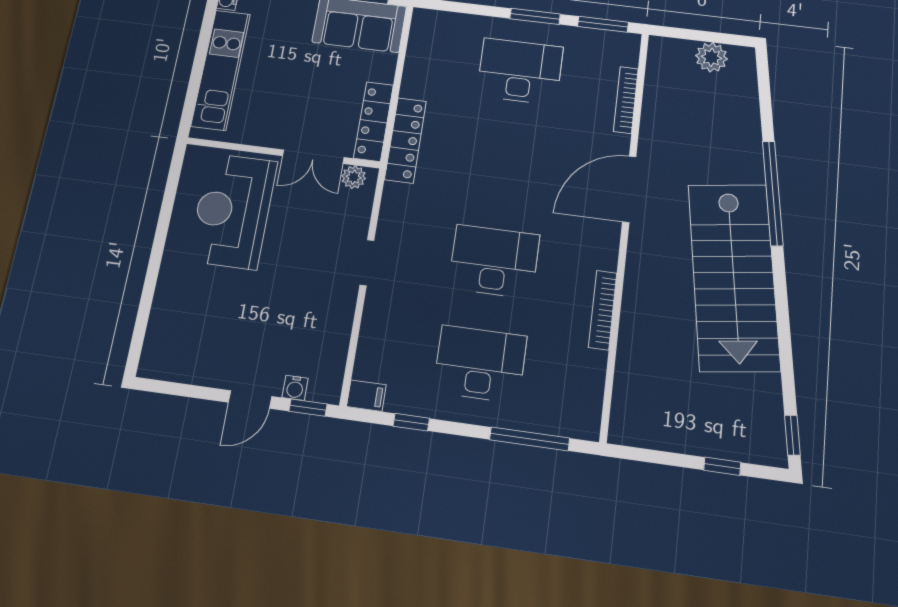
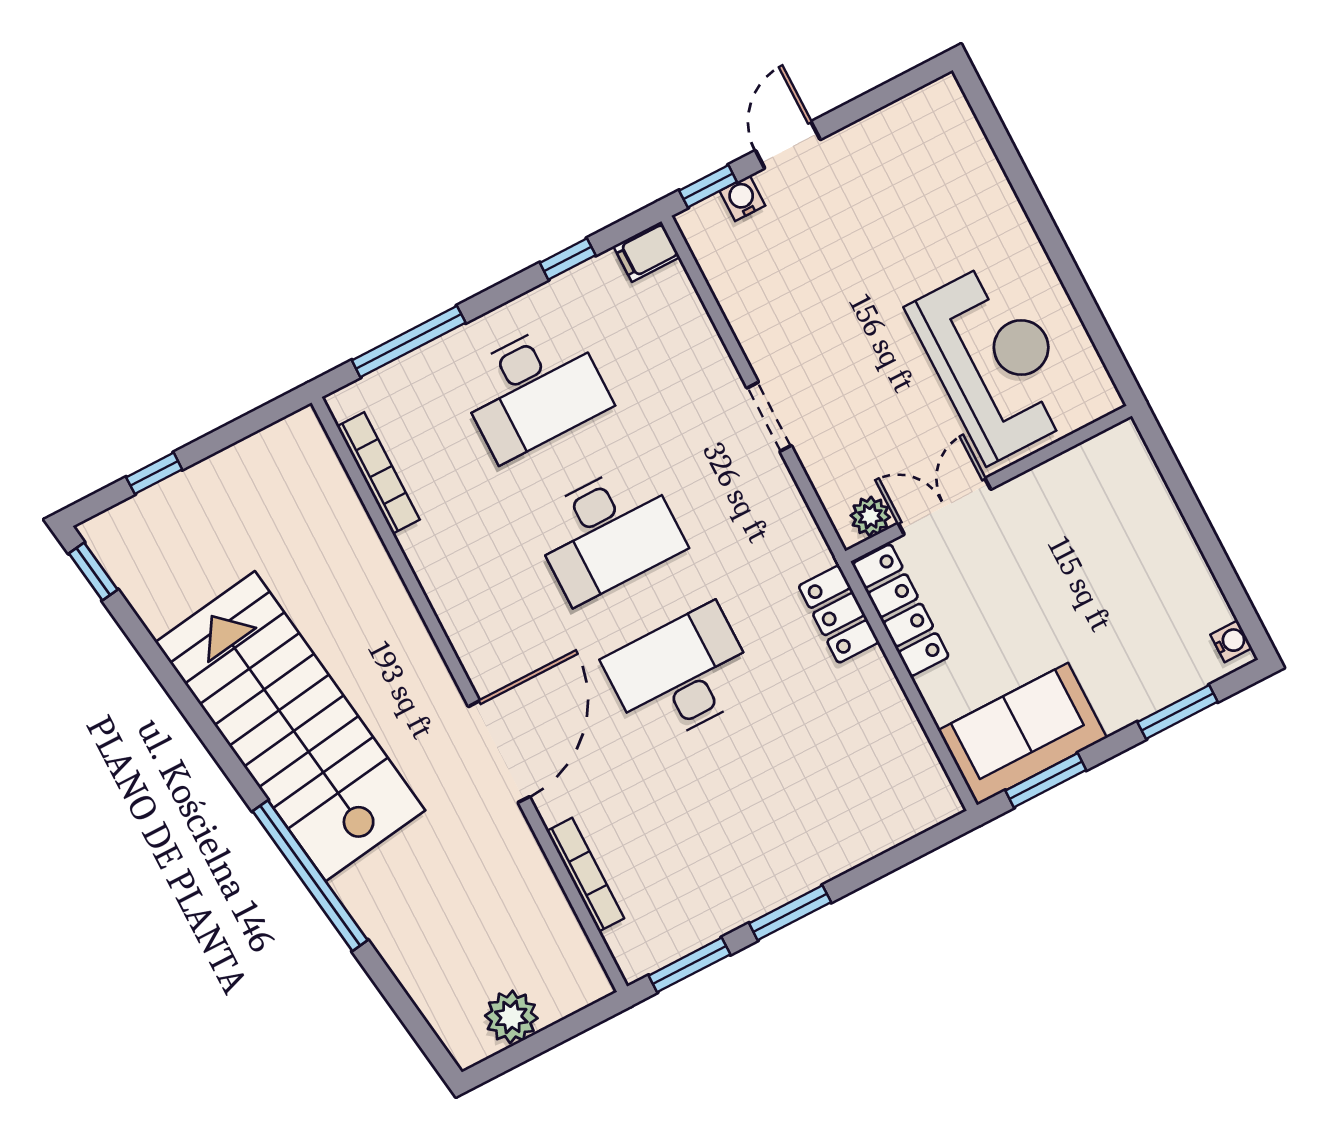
kitchen unit: (221, 70) -> (1162, 538), removed
desk: (520, 71) -> (681, 675), moved, turned 180
locker: (406, 140) -> (839, 614), width x0.66
bookcase: (603, 310) -> (378, 473), moved

